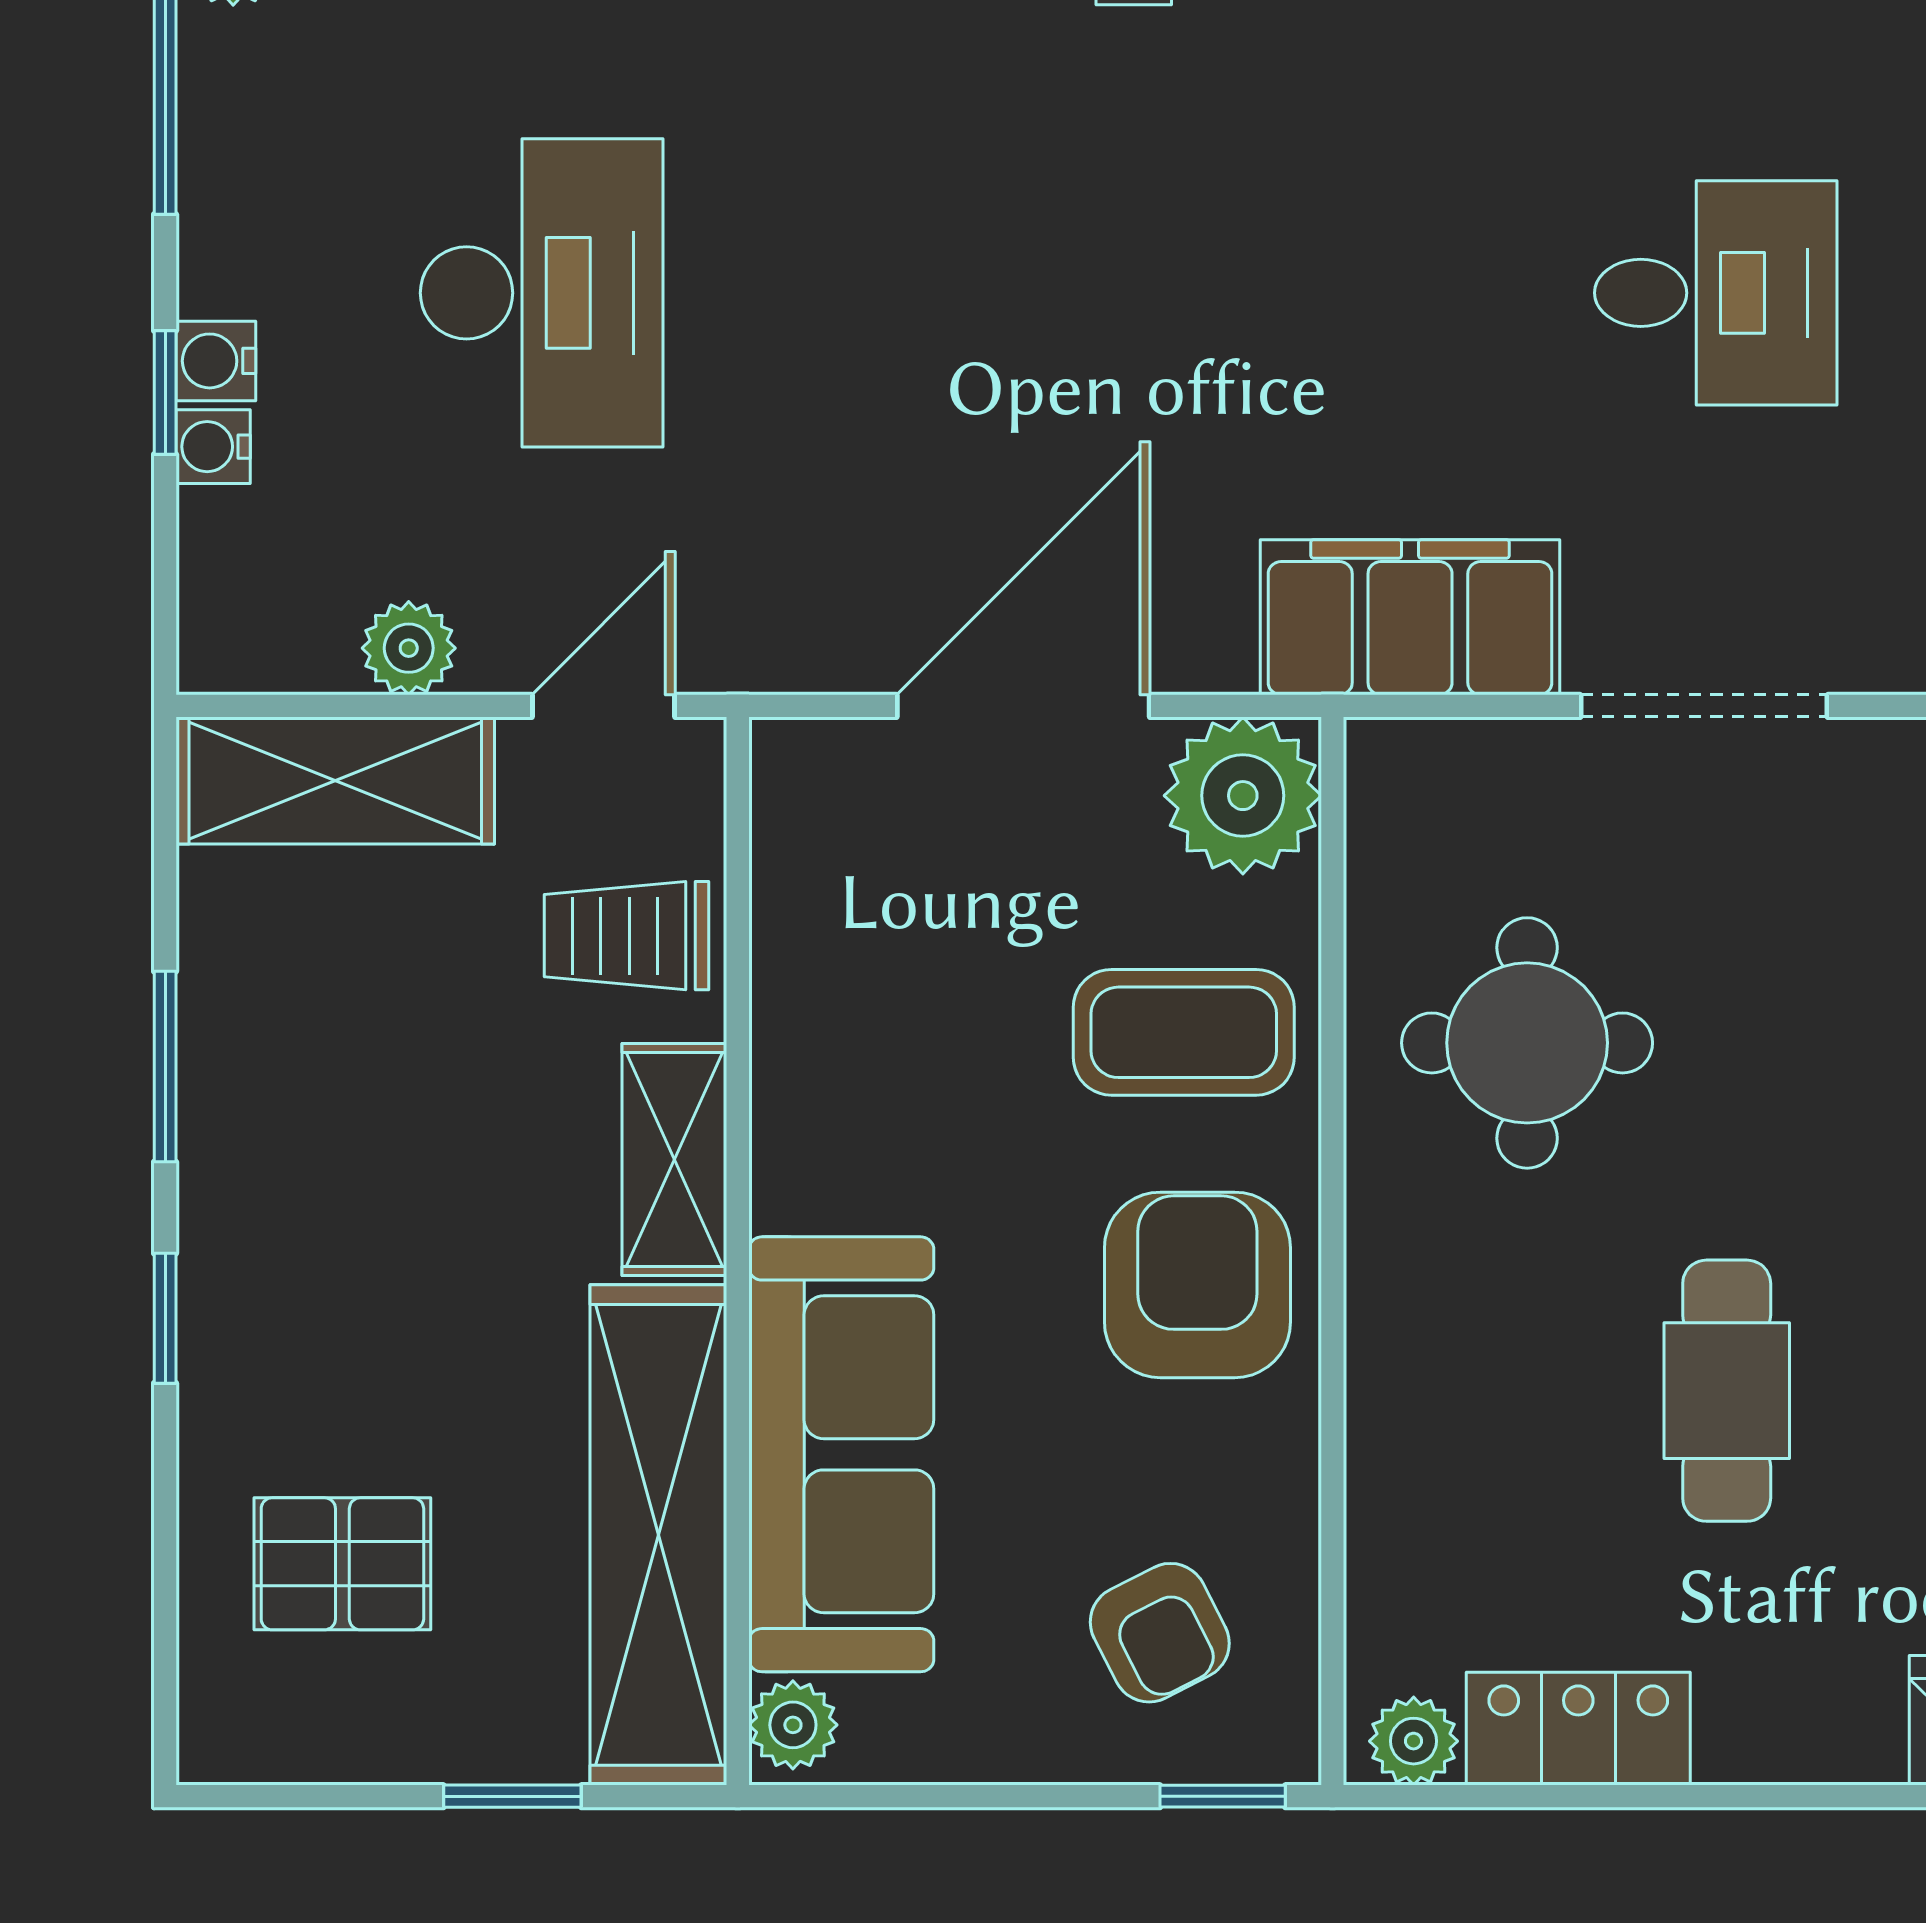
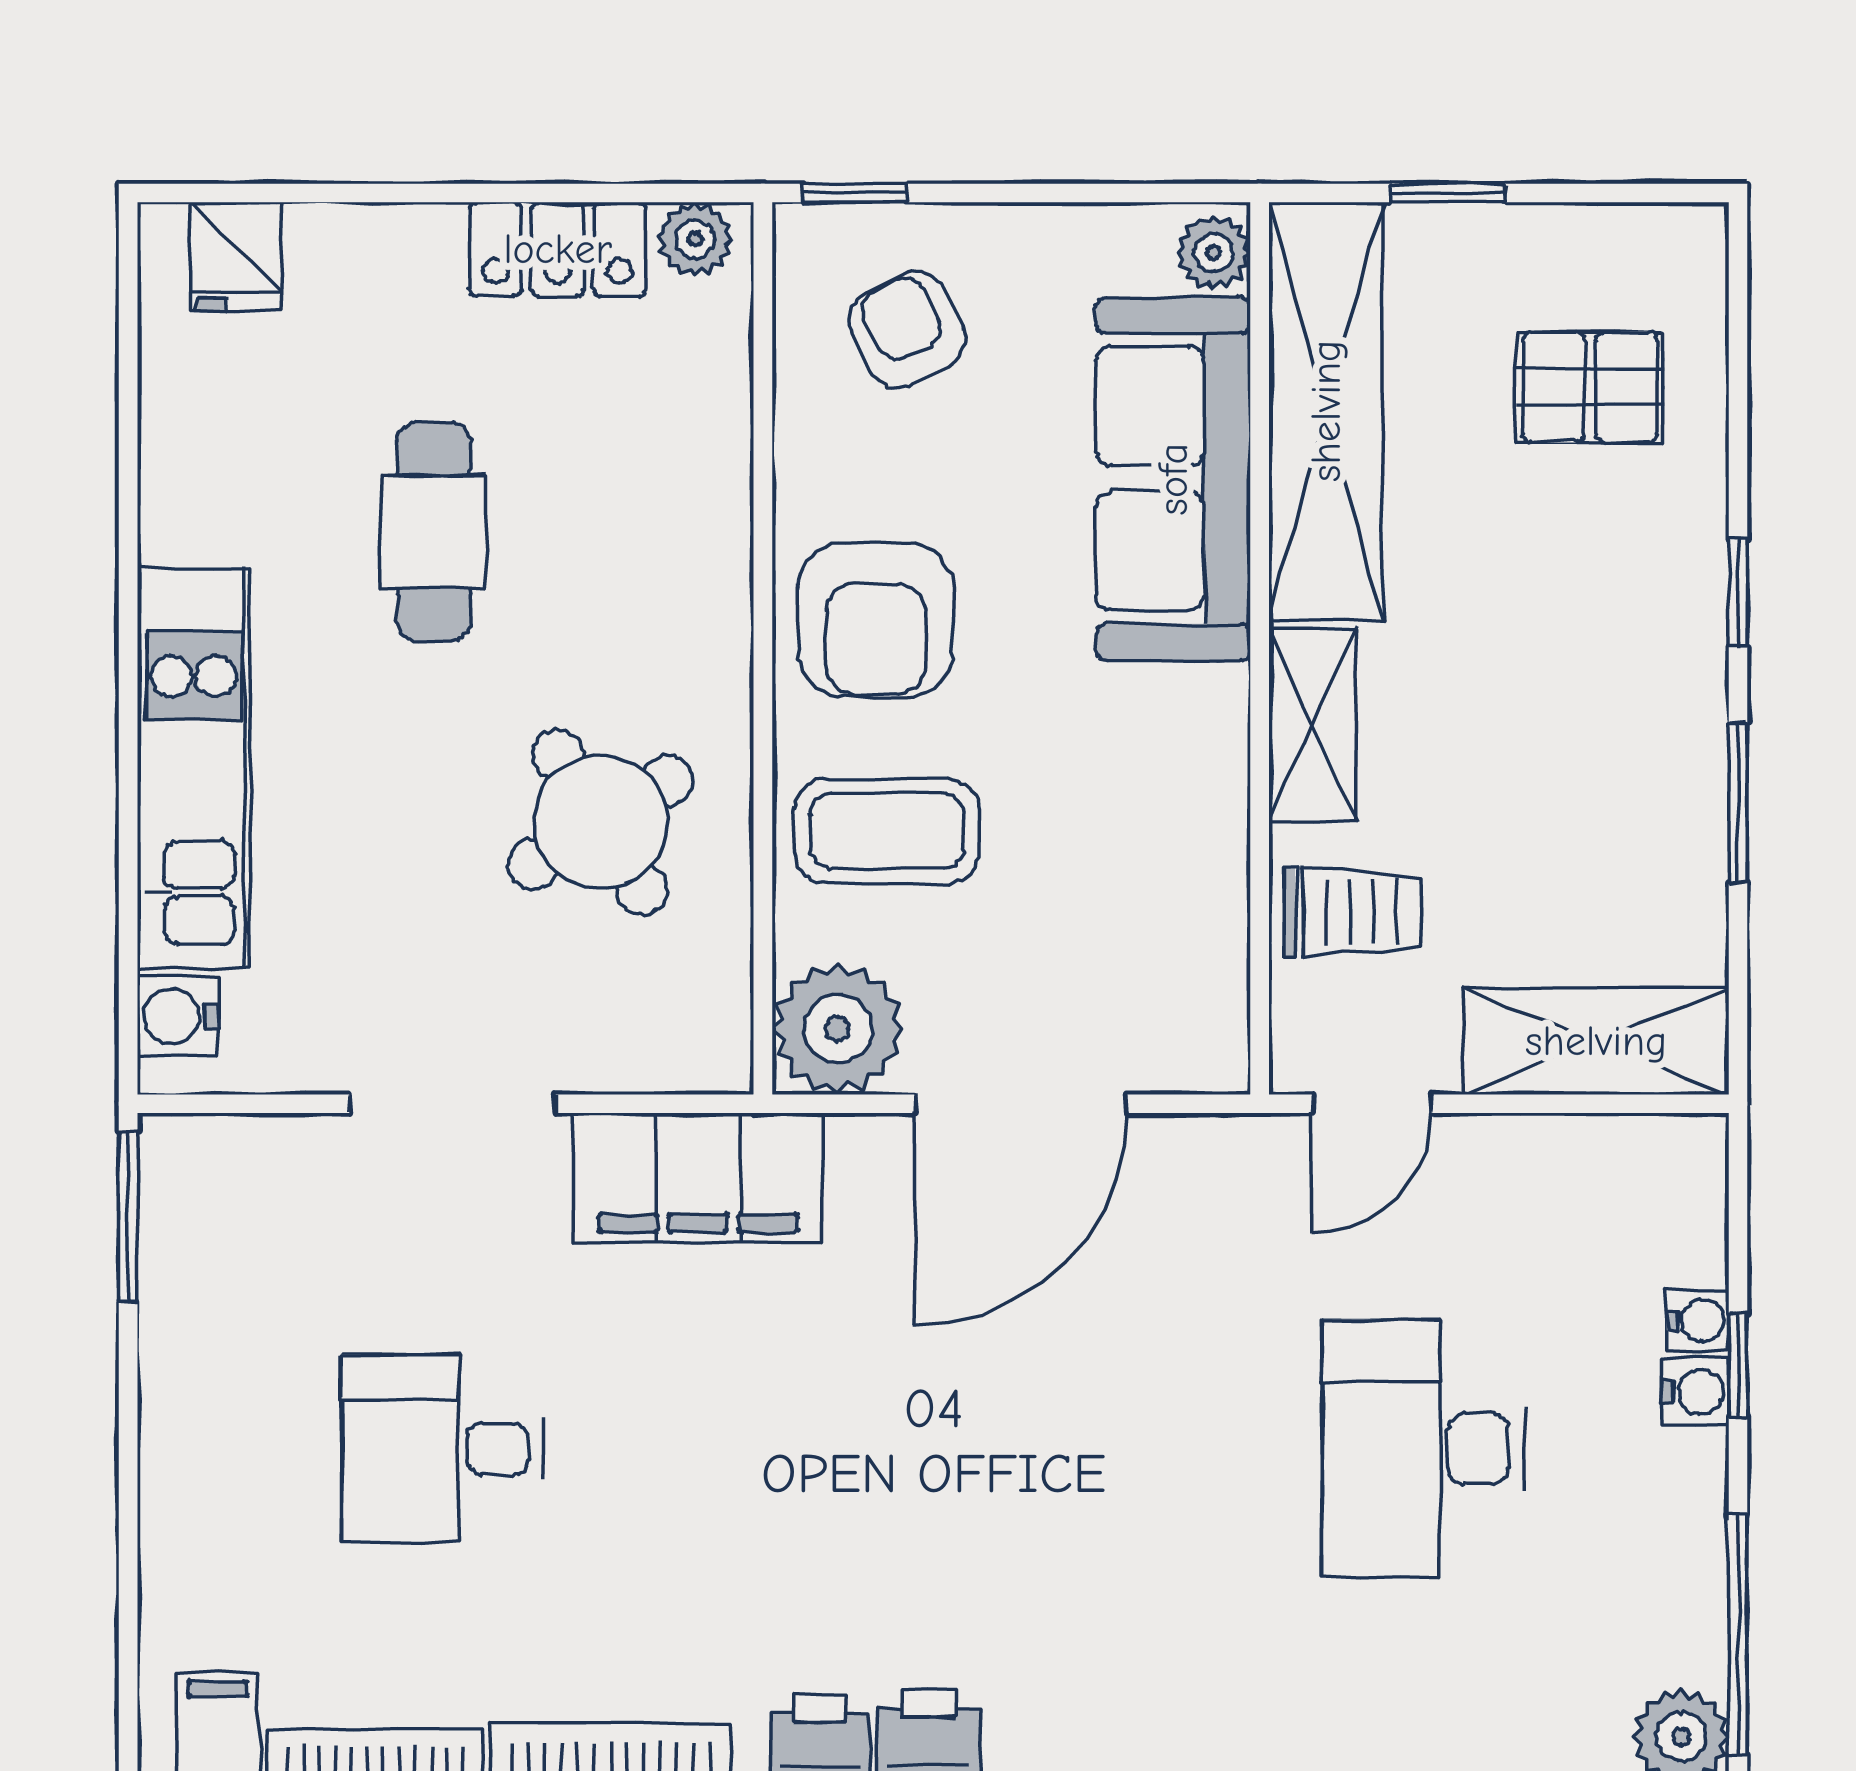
plant: (409, 648) -> (1534, 1152), removed
round table: (1527, 1043) -> (600, 822), turned -32

